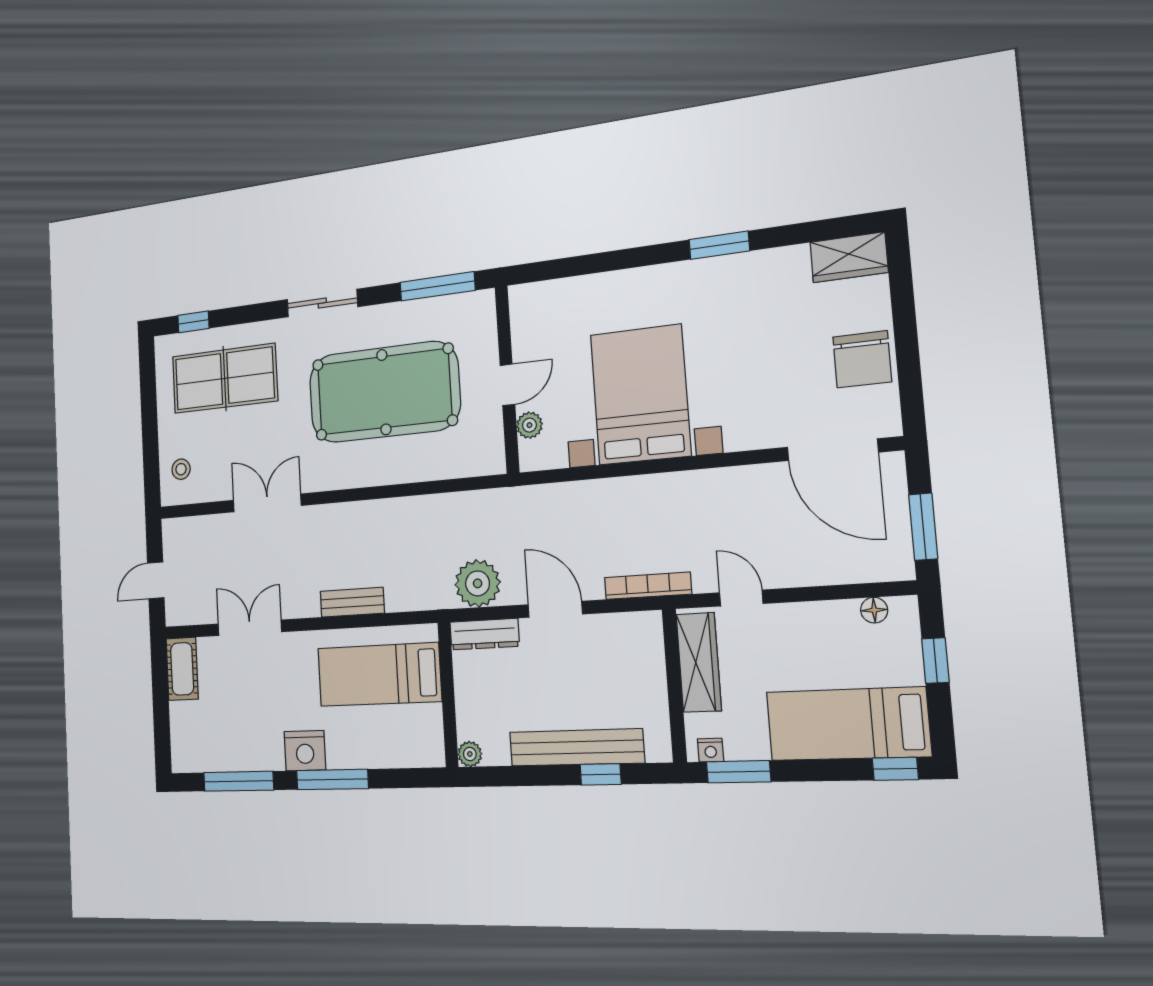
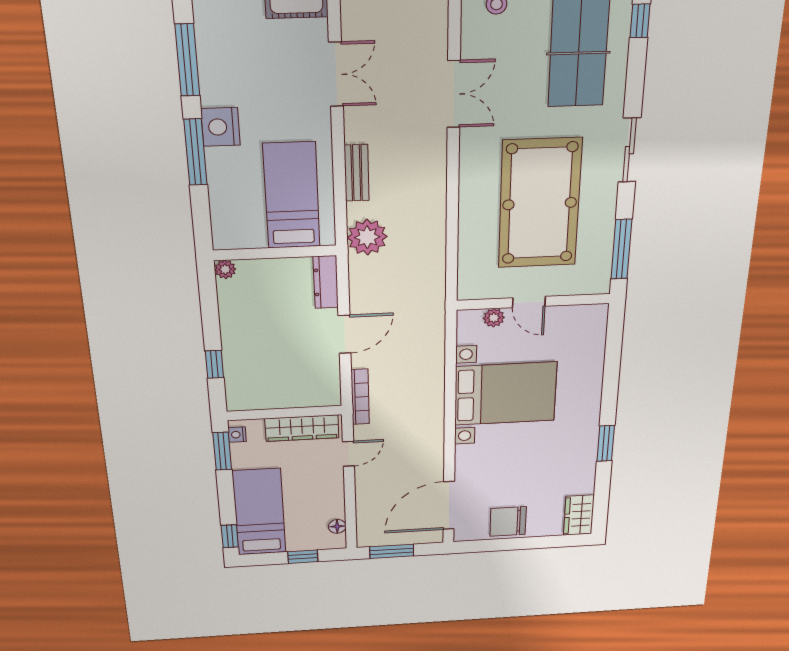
plant: (478, 583) -> (367, 237), moved
bench: (576, 748) -> (235, 348), removed

